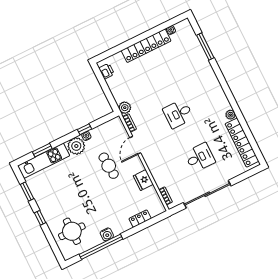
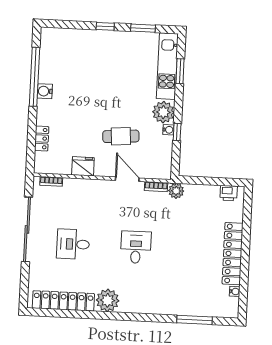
plant: (231, 115) -> (108, 300), width x1.88, depth x1.88
desk: (200, 157) -> (73, 244), turned 90
round table: (72, 231) -> (70, 54), removed

